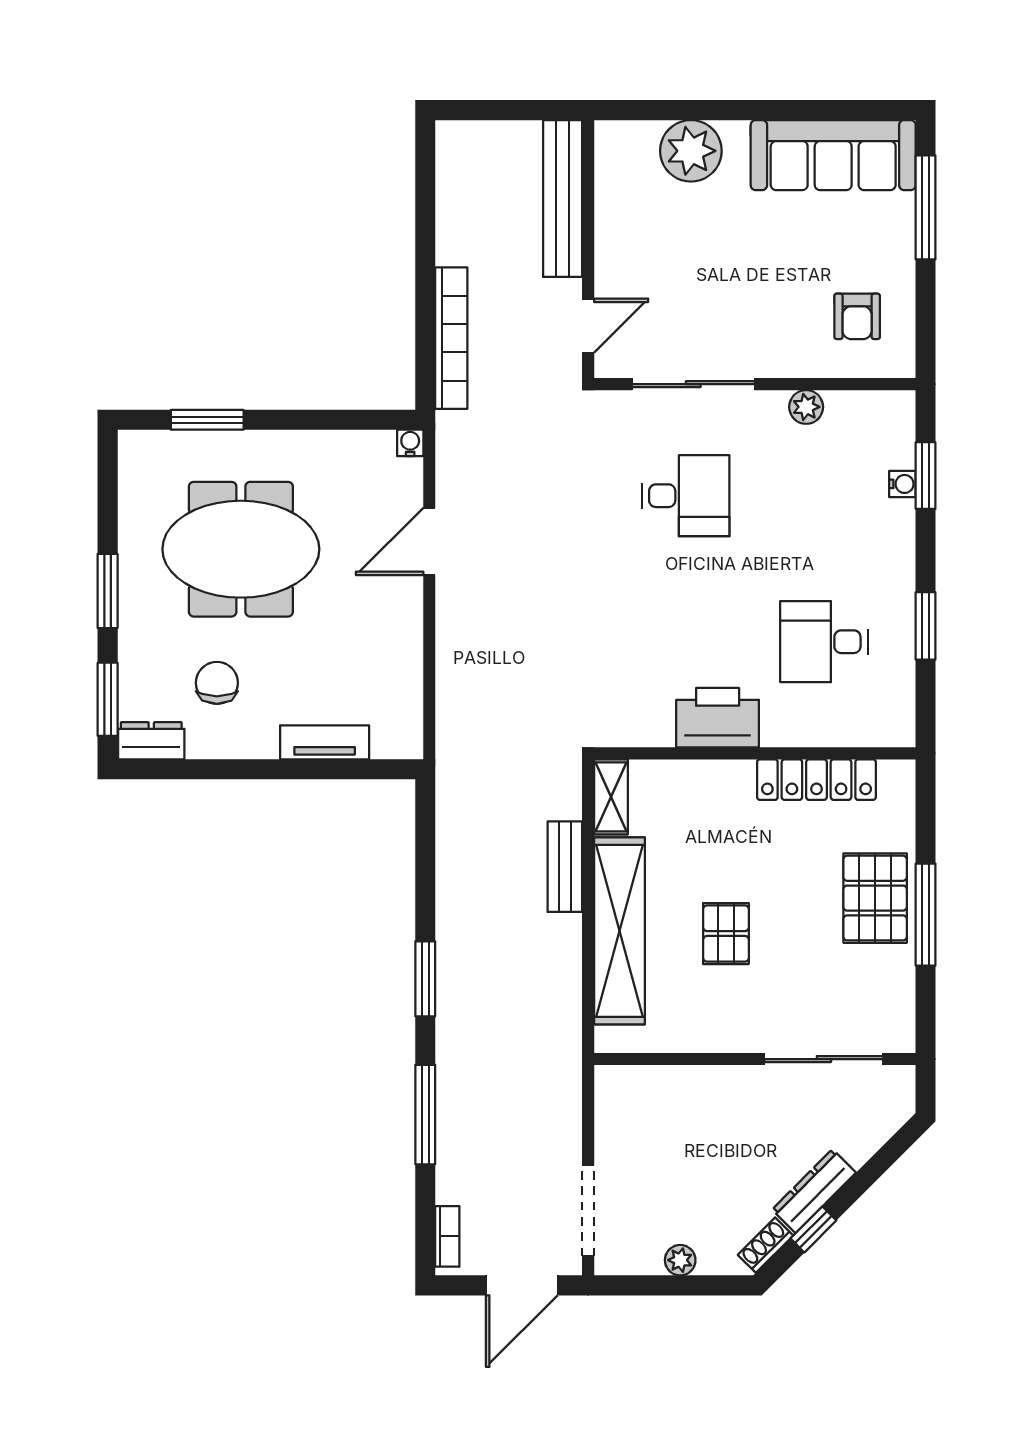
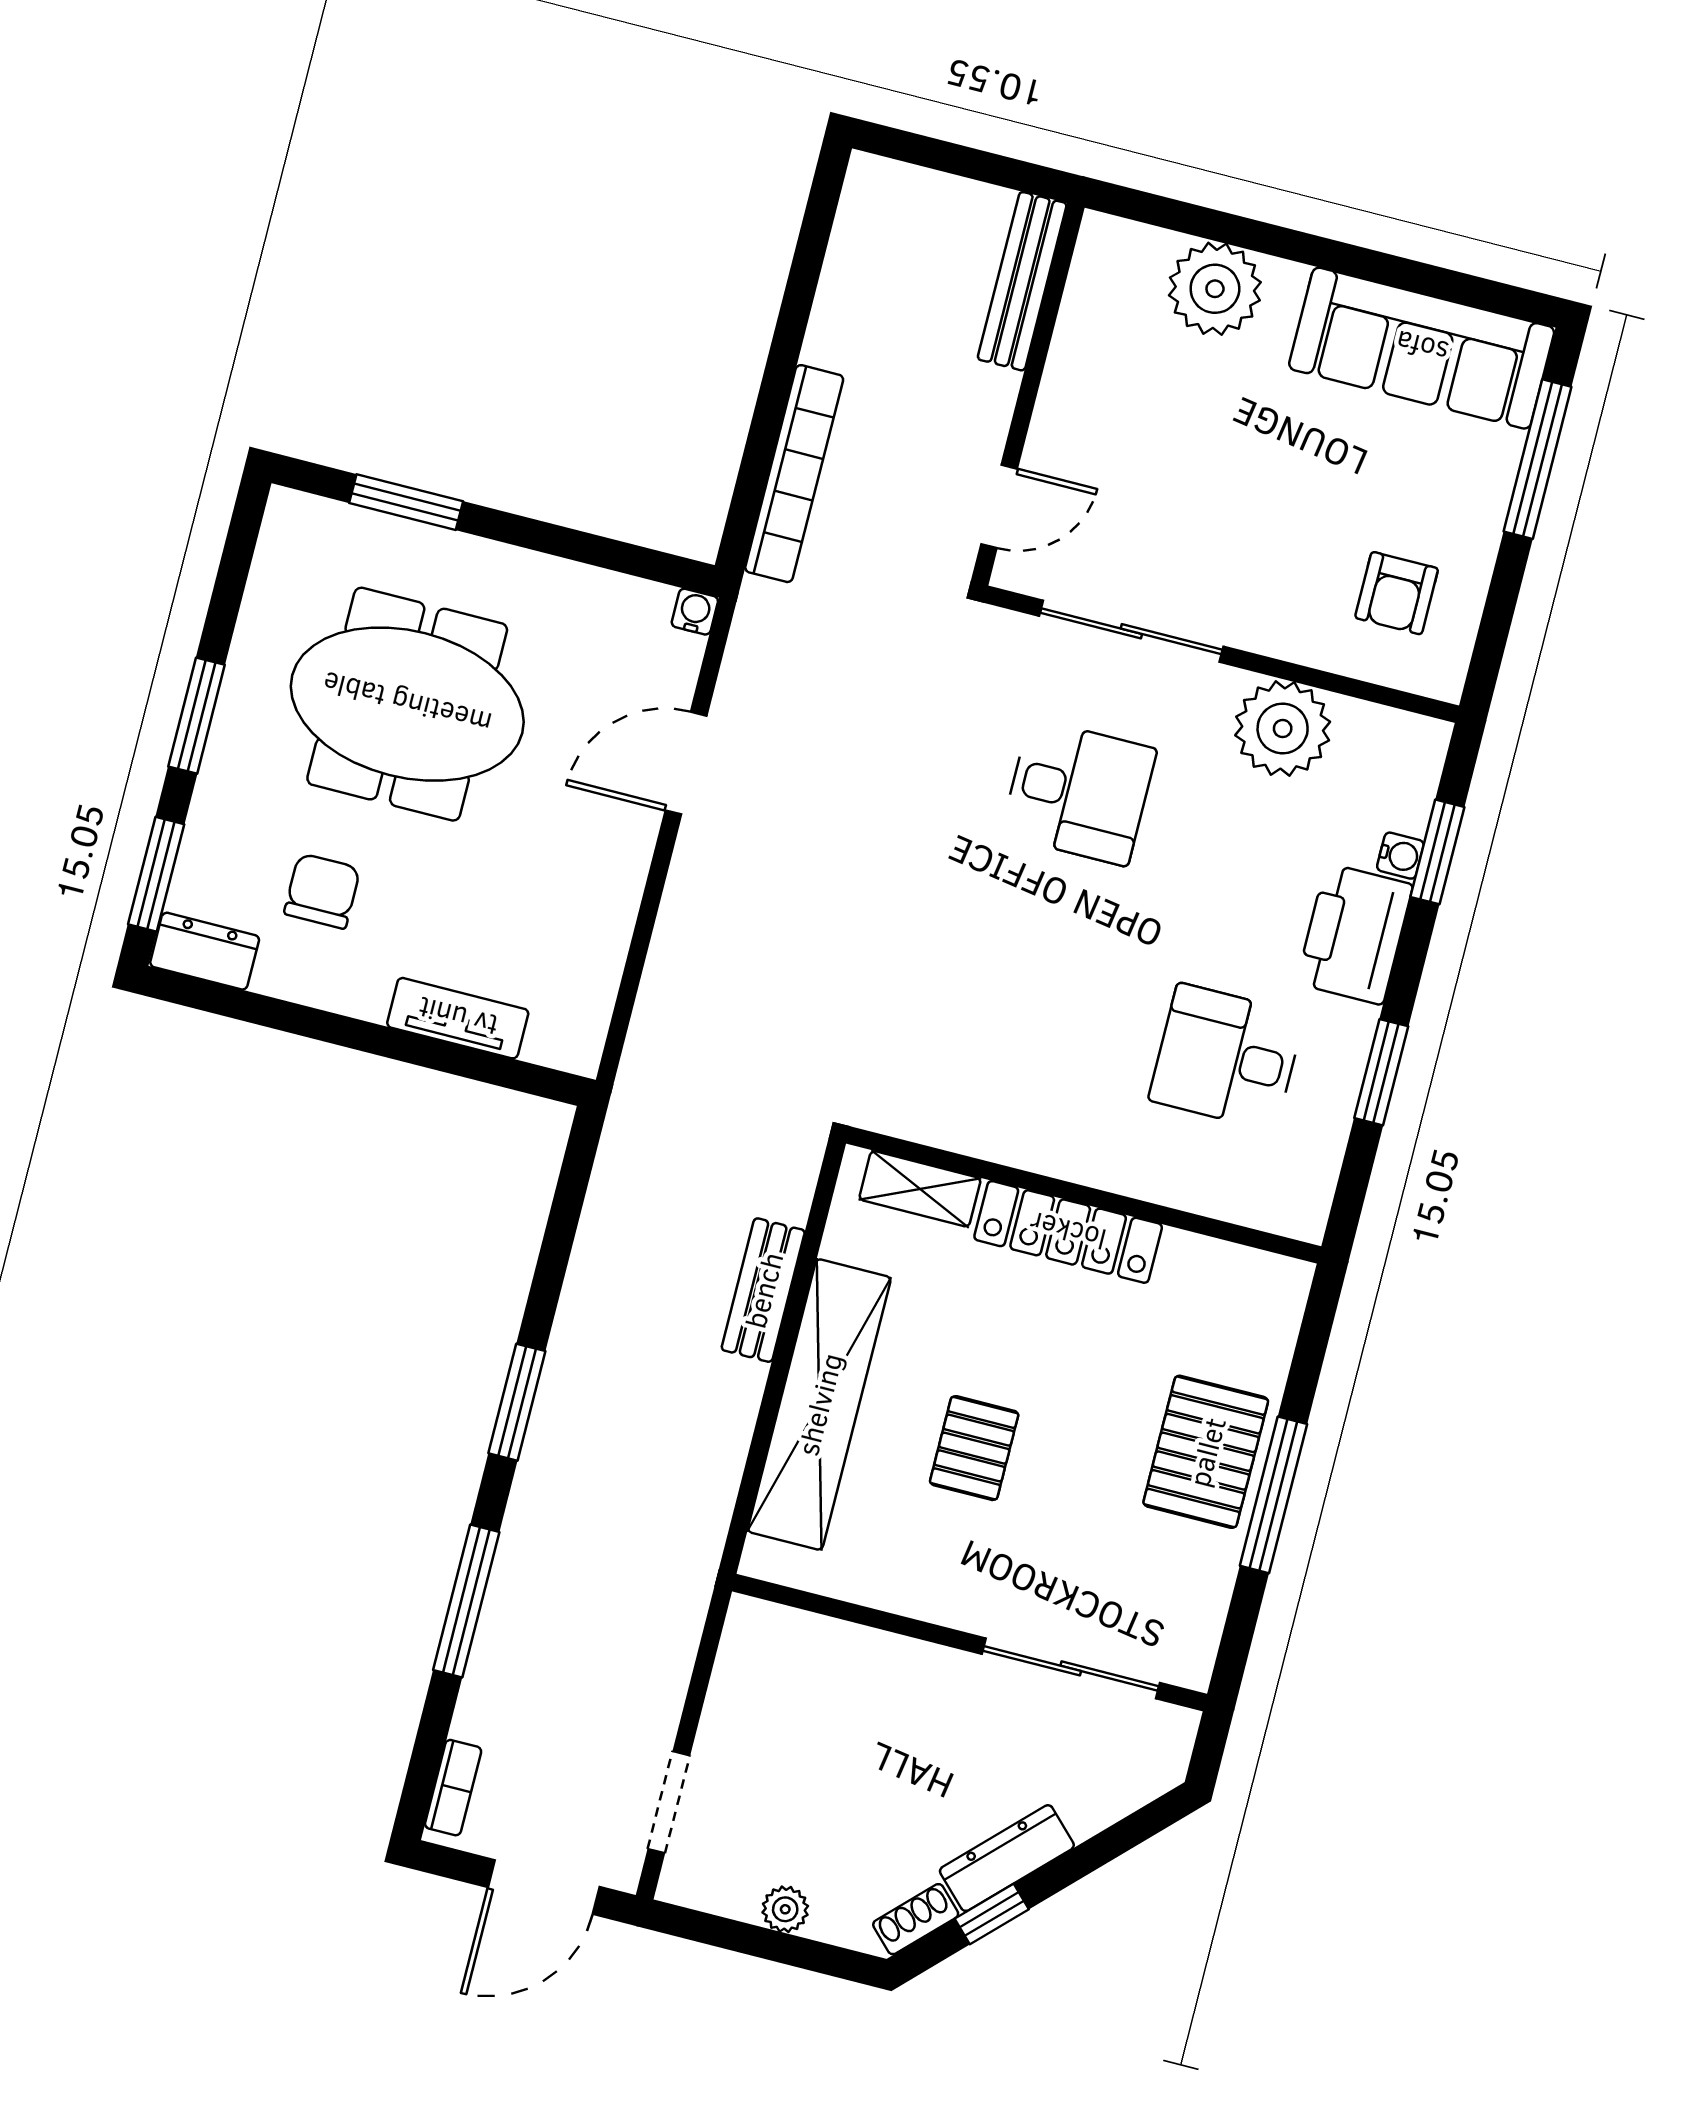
bench: (563, 199) -> (1022, 281), width x0.73, depth x0.82
plant: (806, 407) -> (1283, 729), width x1.87, depth x1.87
printer: (718, 718) -> (1355, 934), moved, turned -90
locker: (816, 780) -> (1068, 1232), moved
shelving: (611, 797) -> (920, 1189), moved, turned 90
doorway: (588, 1210) -> (669, 1802), width x0.73

